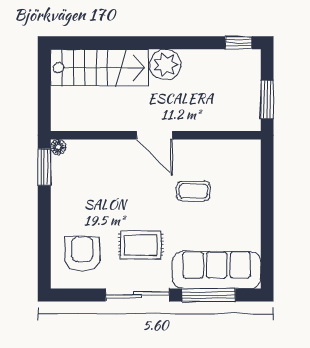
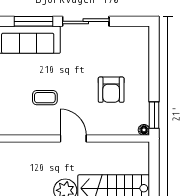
rug: (141, 245) -> (83, 58), removed
armchair: (82, 254) -> (111, 90), moved

